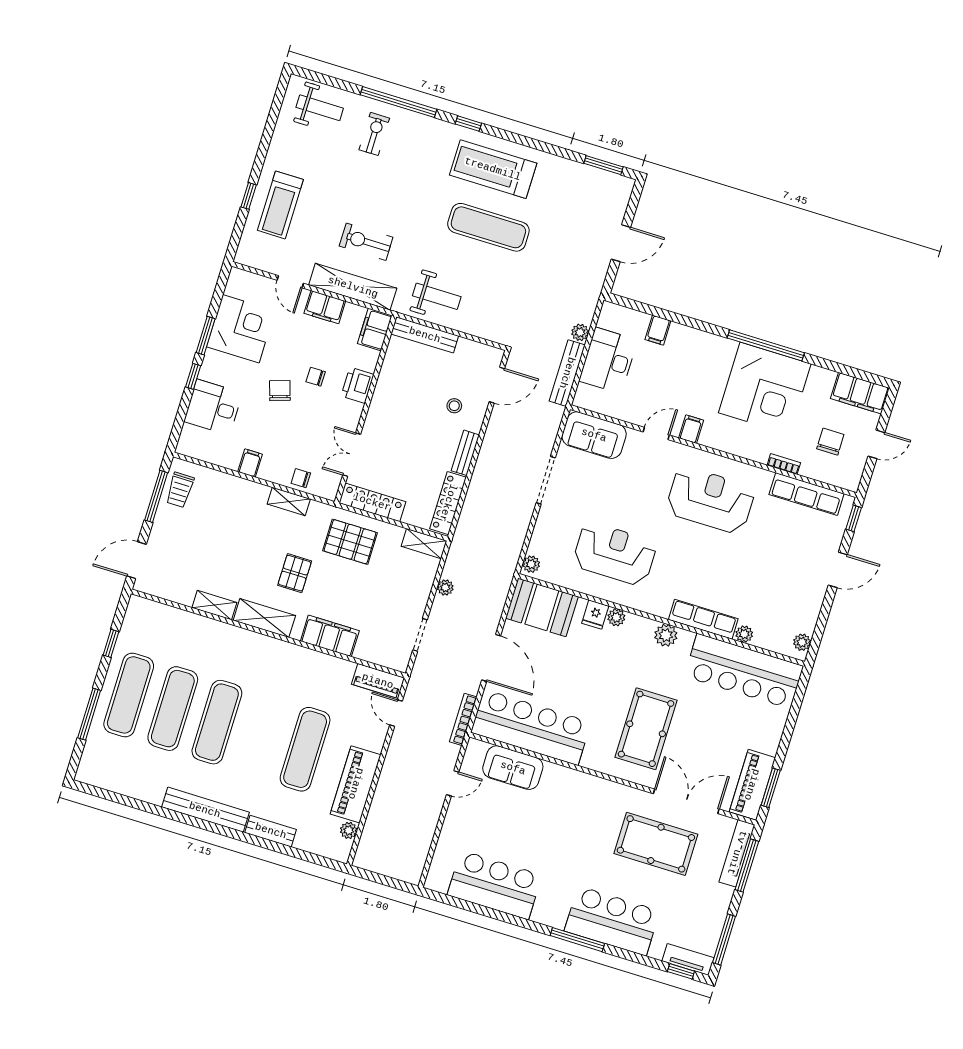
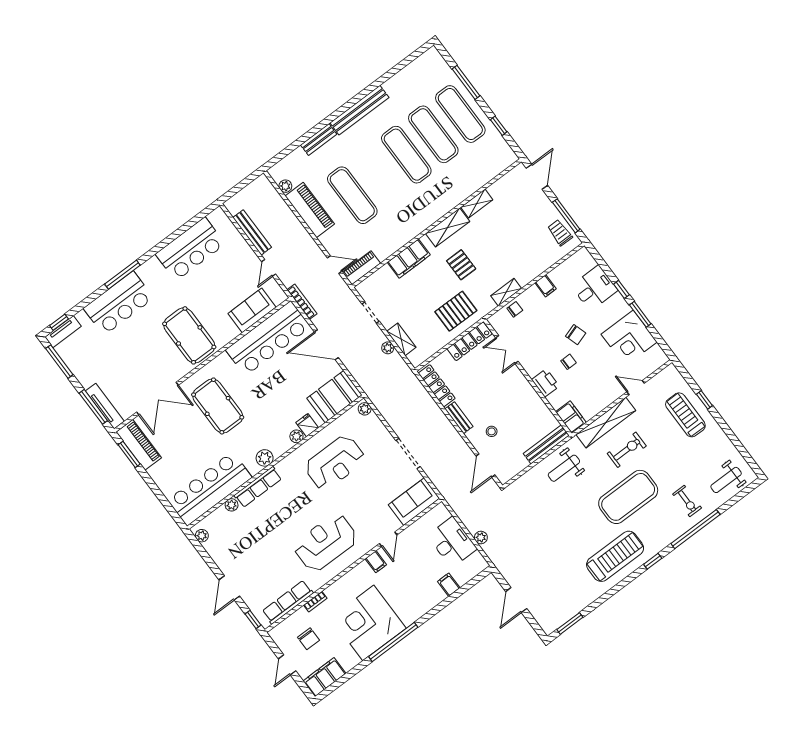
exercise mat: (488, 227) -> (628, 497), moved, width x1.47
filing cabinet: (325, 307) -> (606, 397), removed
bench: (567, 373) -> (252, 232), moved
double door: (352, 455) -> (507, 350), swing flipped
reception desk: (710, 500) -> (326, 543), turned 180
shelving: (424, 544) -> (401, 339), moved, turned 90
pool table: (656, 844) -> (189, 335), moved, turned 90

